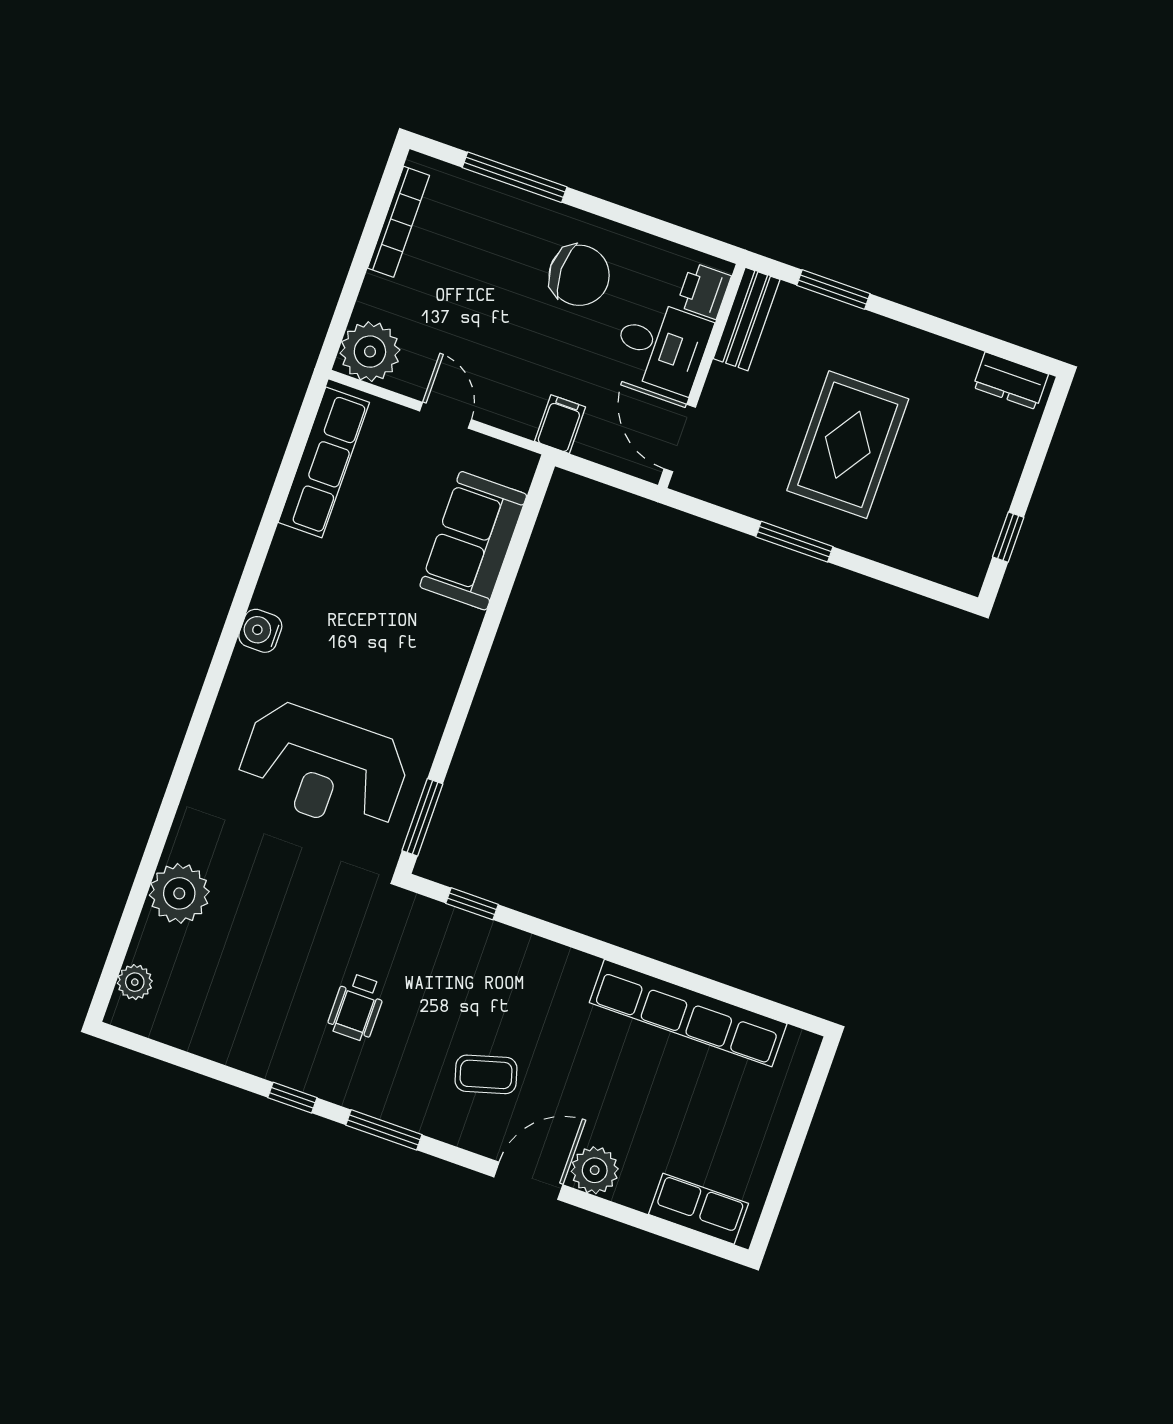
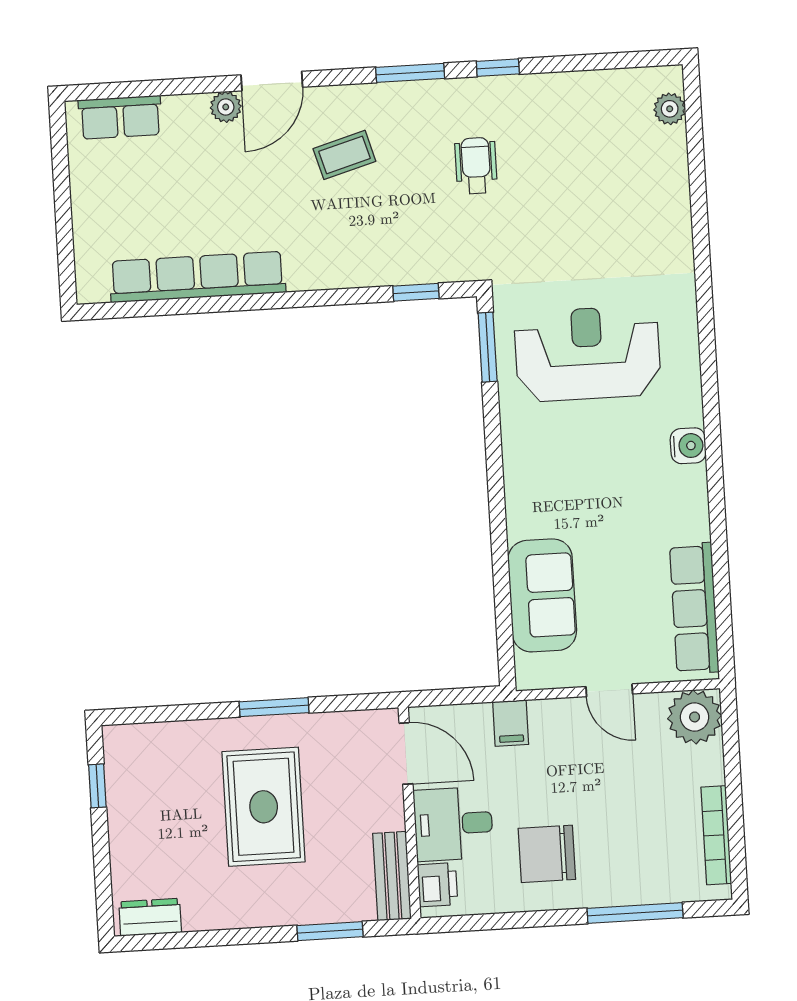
plant: (179, 893) -> (664, 198), removed
plant: (595, 1170) -> (226, 107), width x0.73, depth x0.73

